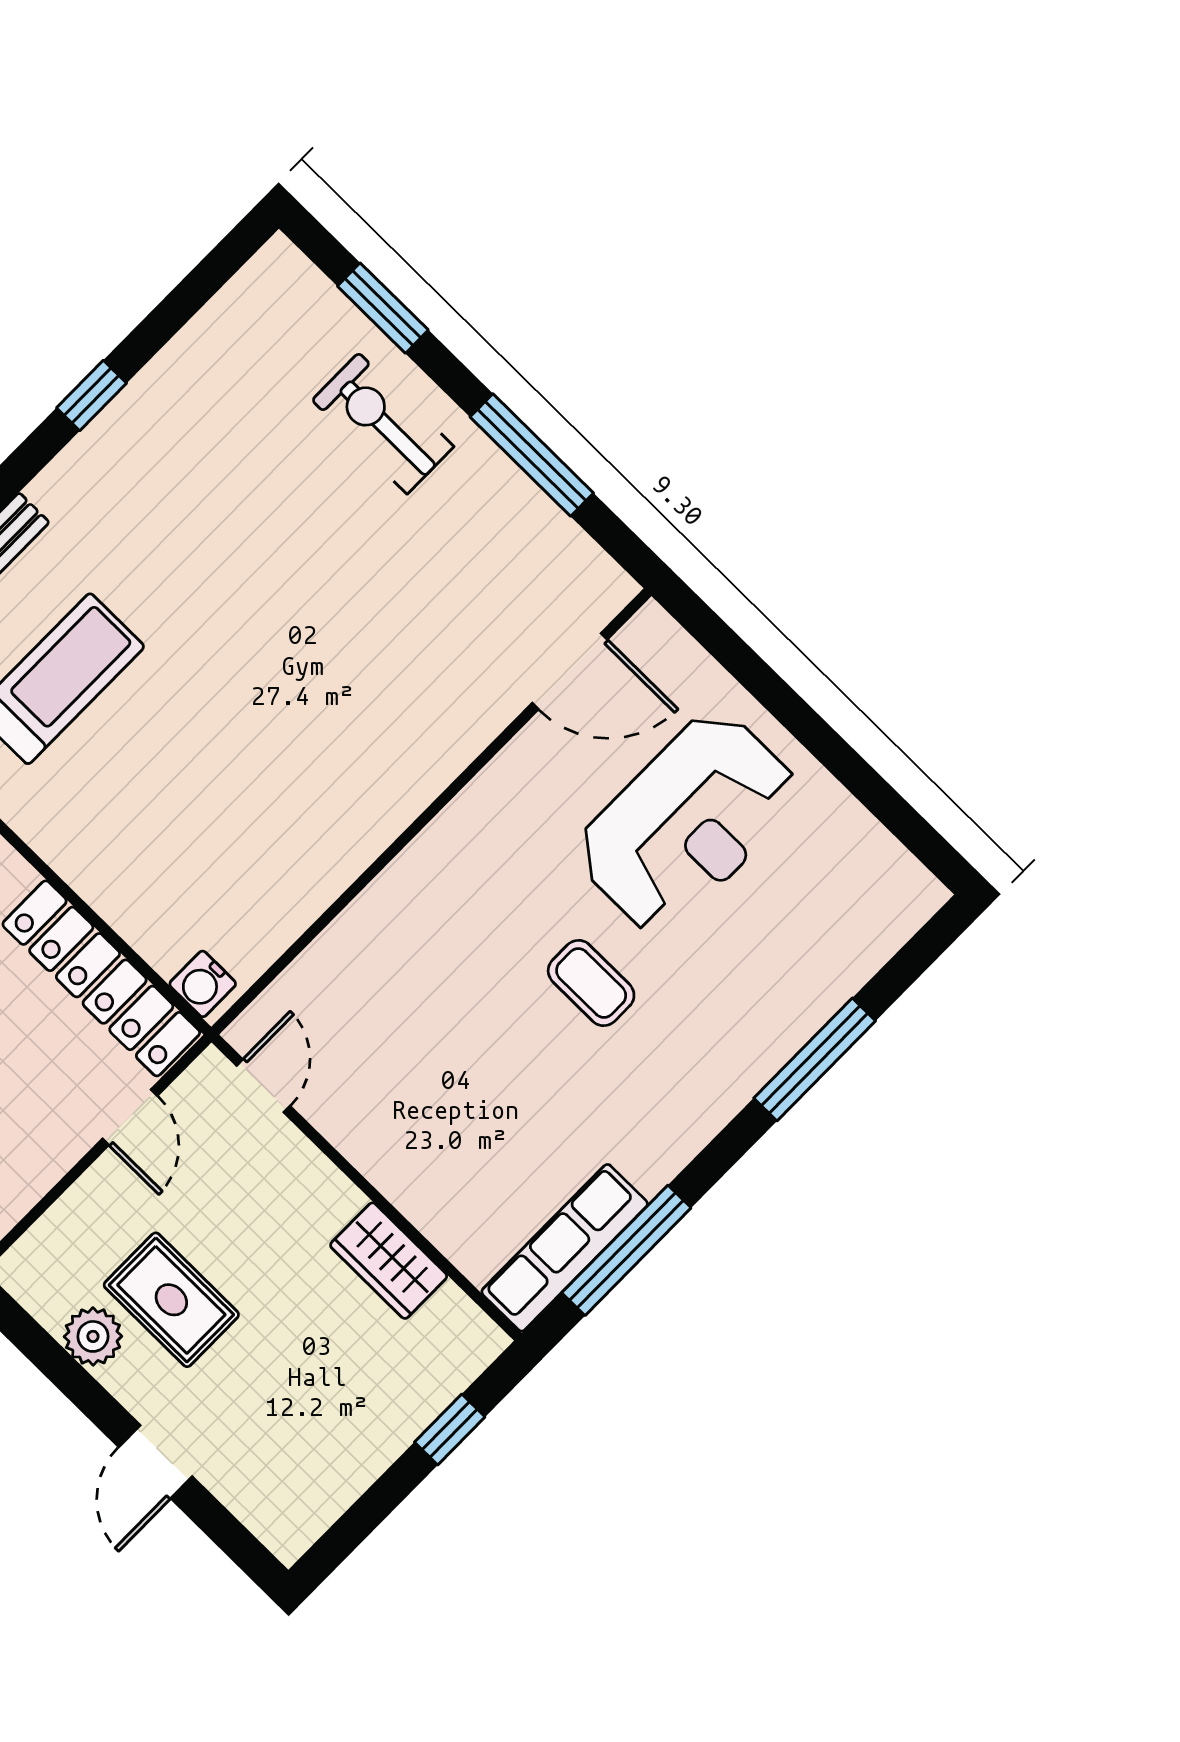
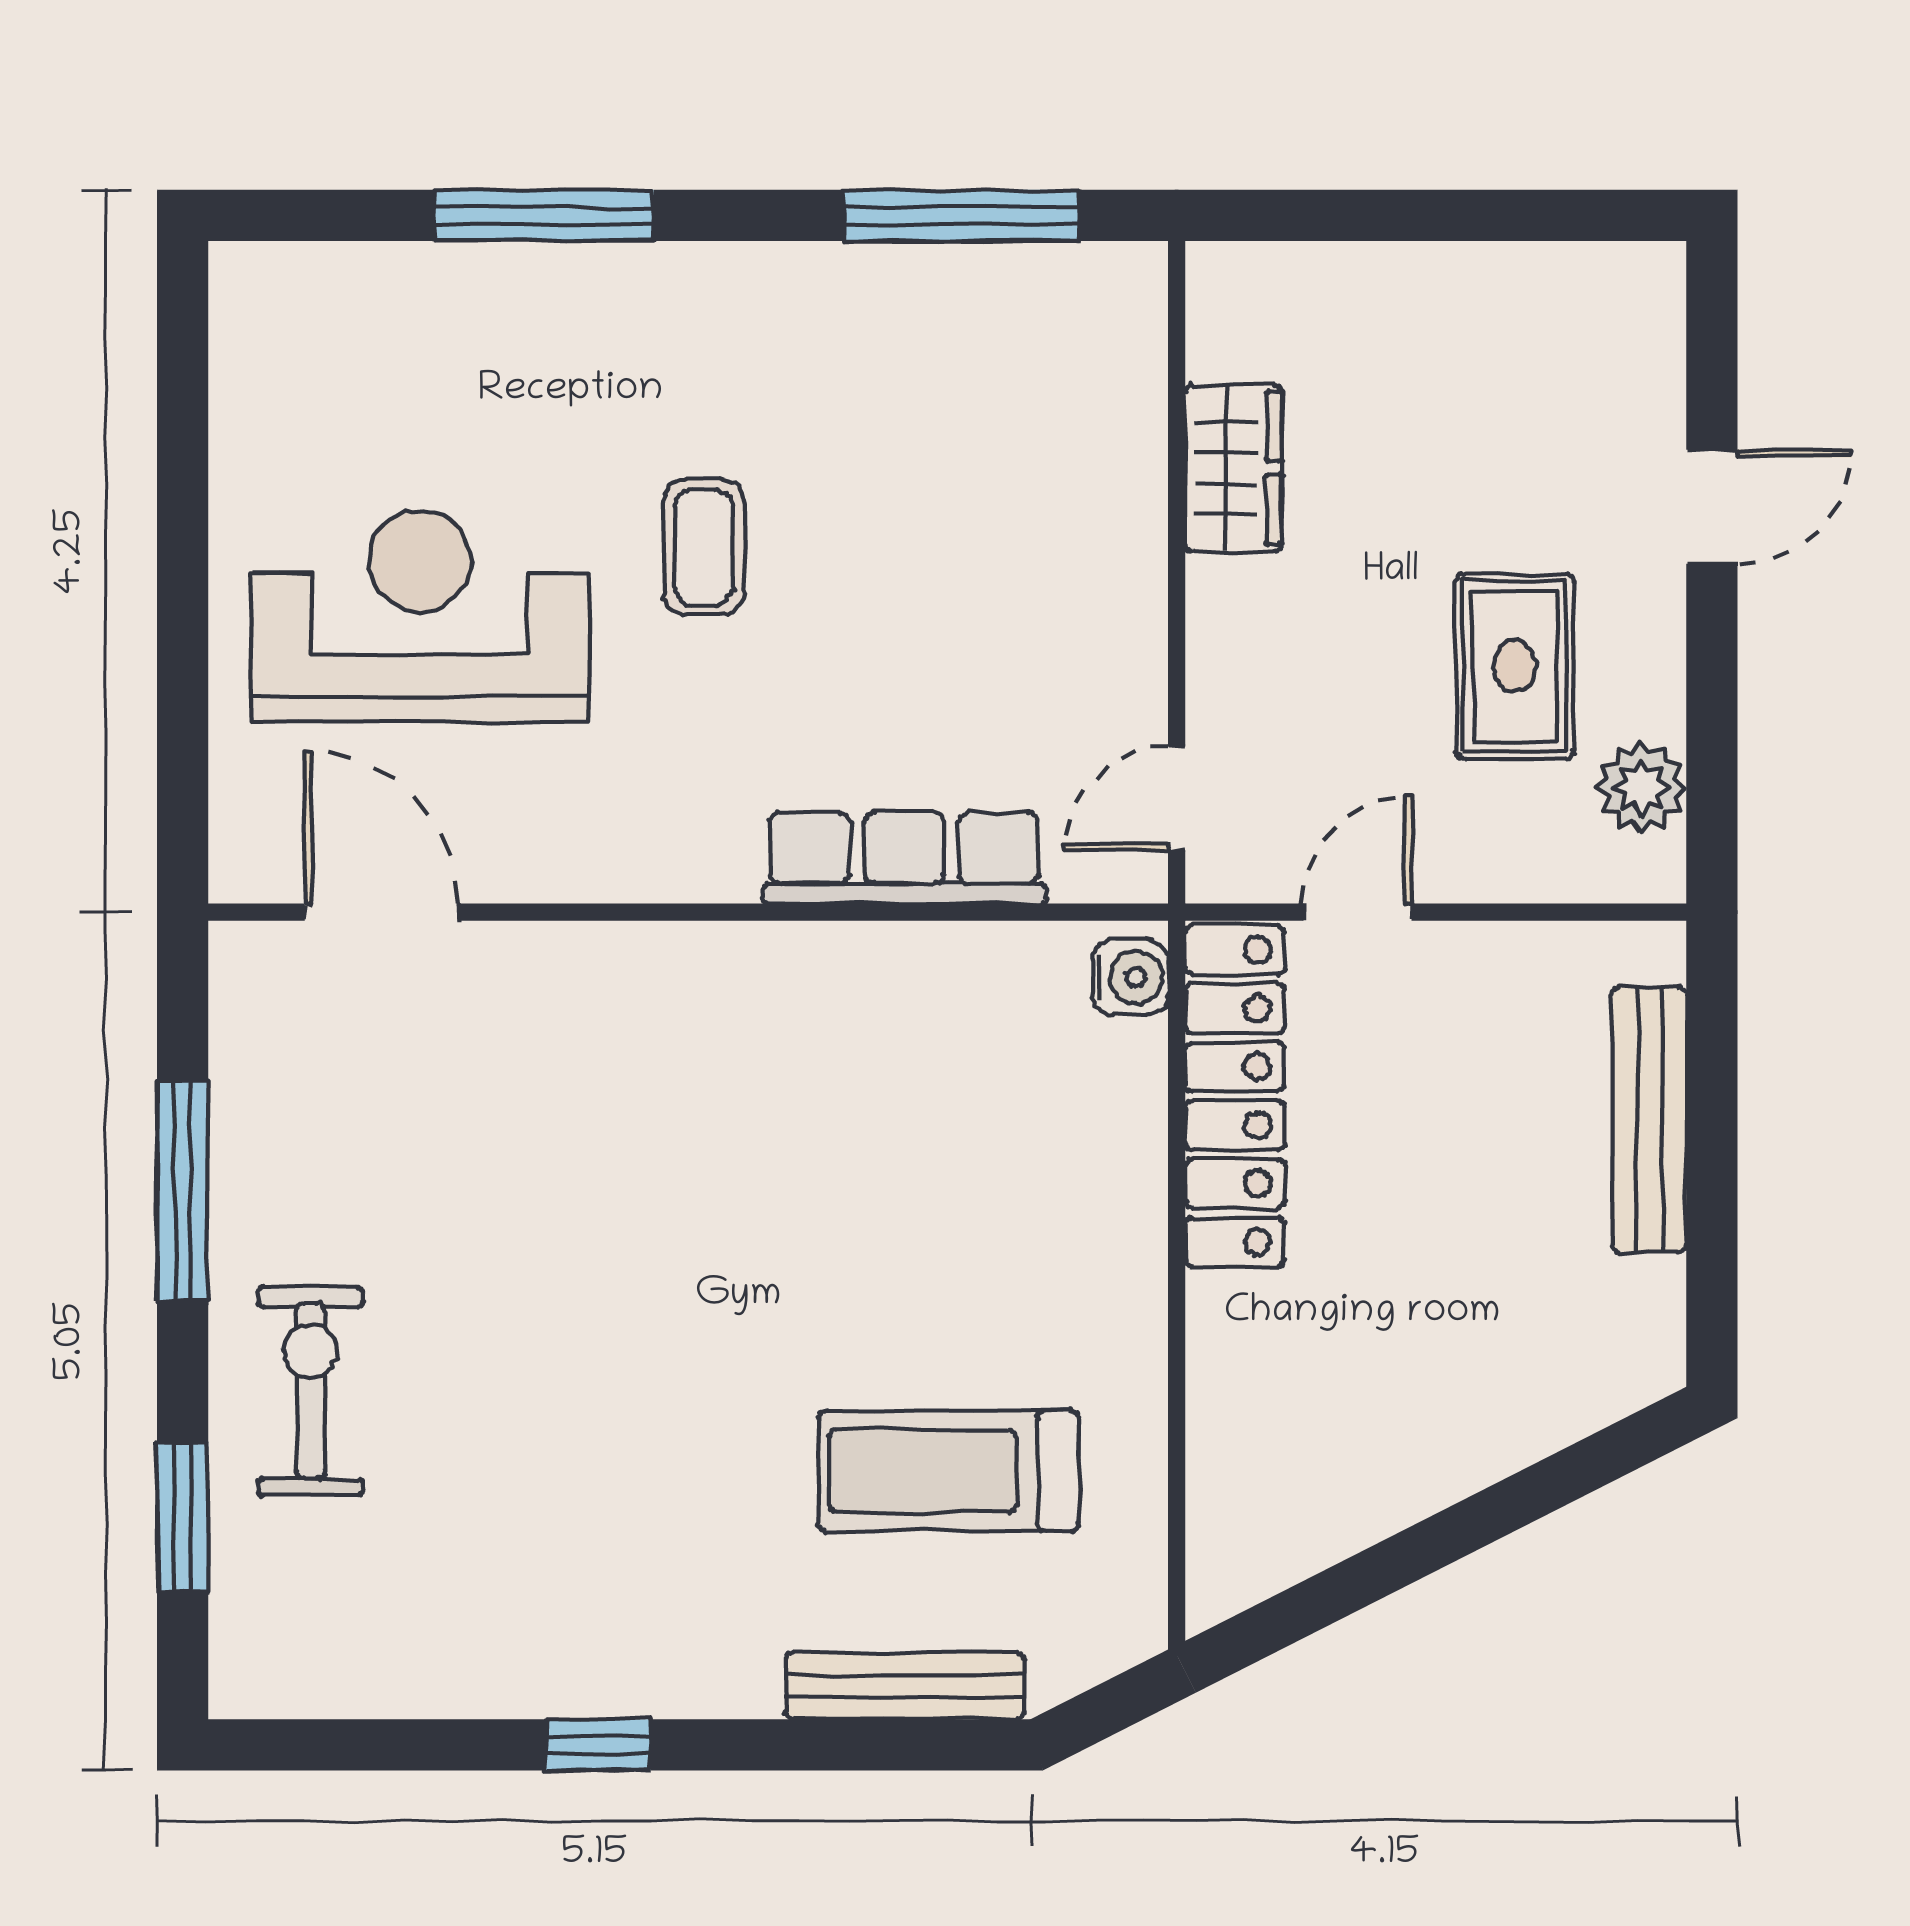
exercise bike: (383, 423) -> (311, 1391), turned 180
row of seats: (565, 1248) -> (904, 858), moved, turned 180
plant: (93, 1336) -> (1641, 788), moved
window: (450, 1429) -> (1354, 215), removed

